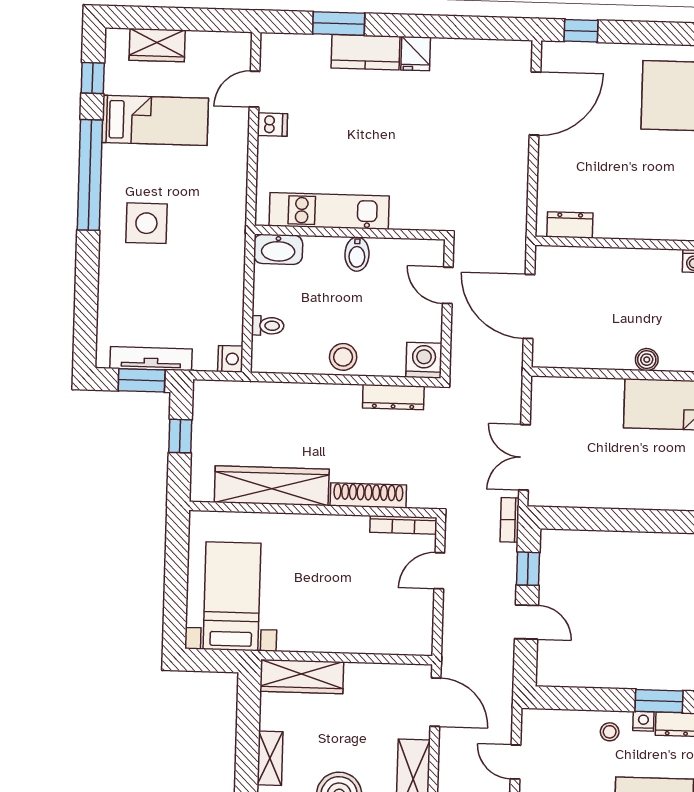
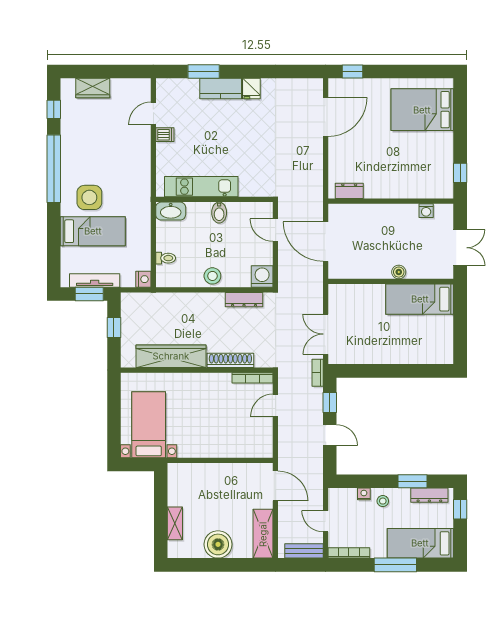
bed: (155, 120) -> (93, 231), moved
wardrobe: (302, 677) -> (193, 473), removed
nightstand: (643, 721) -> (364, 494), moved

